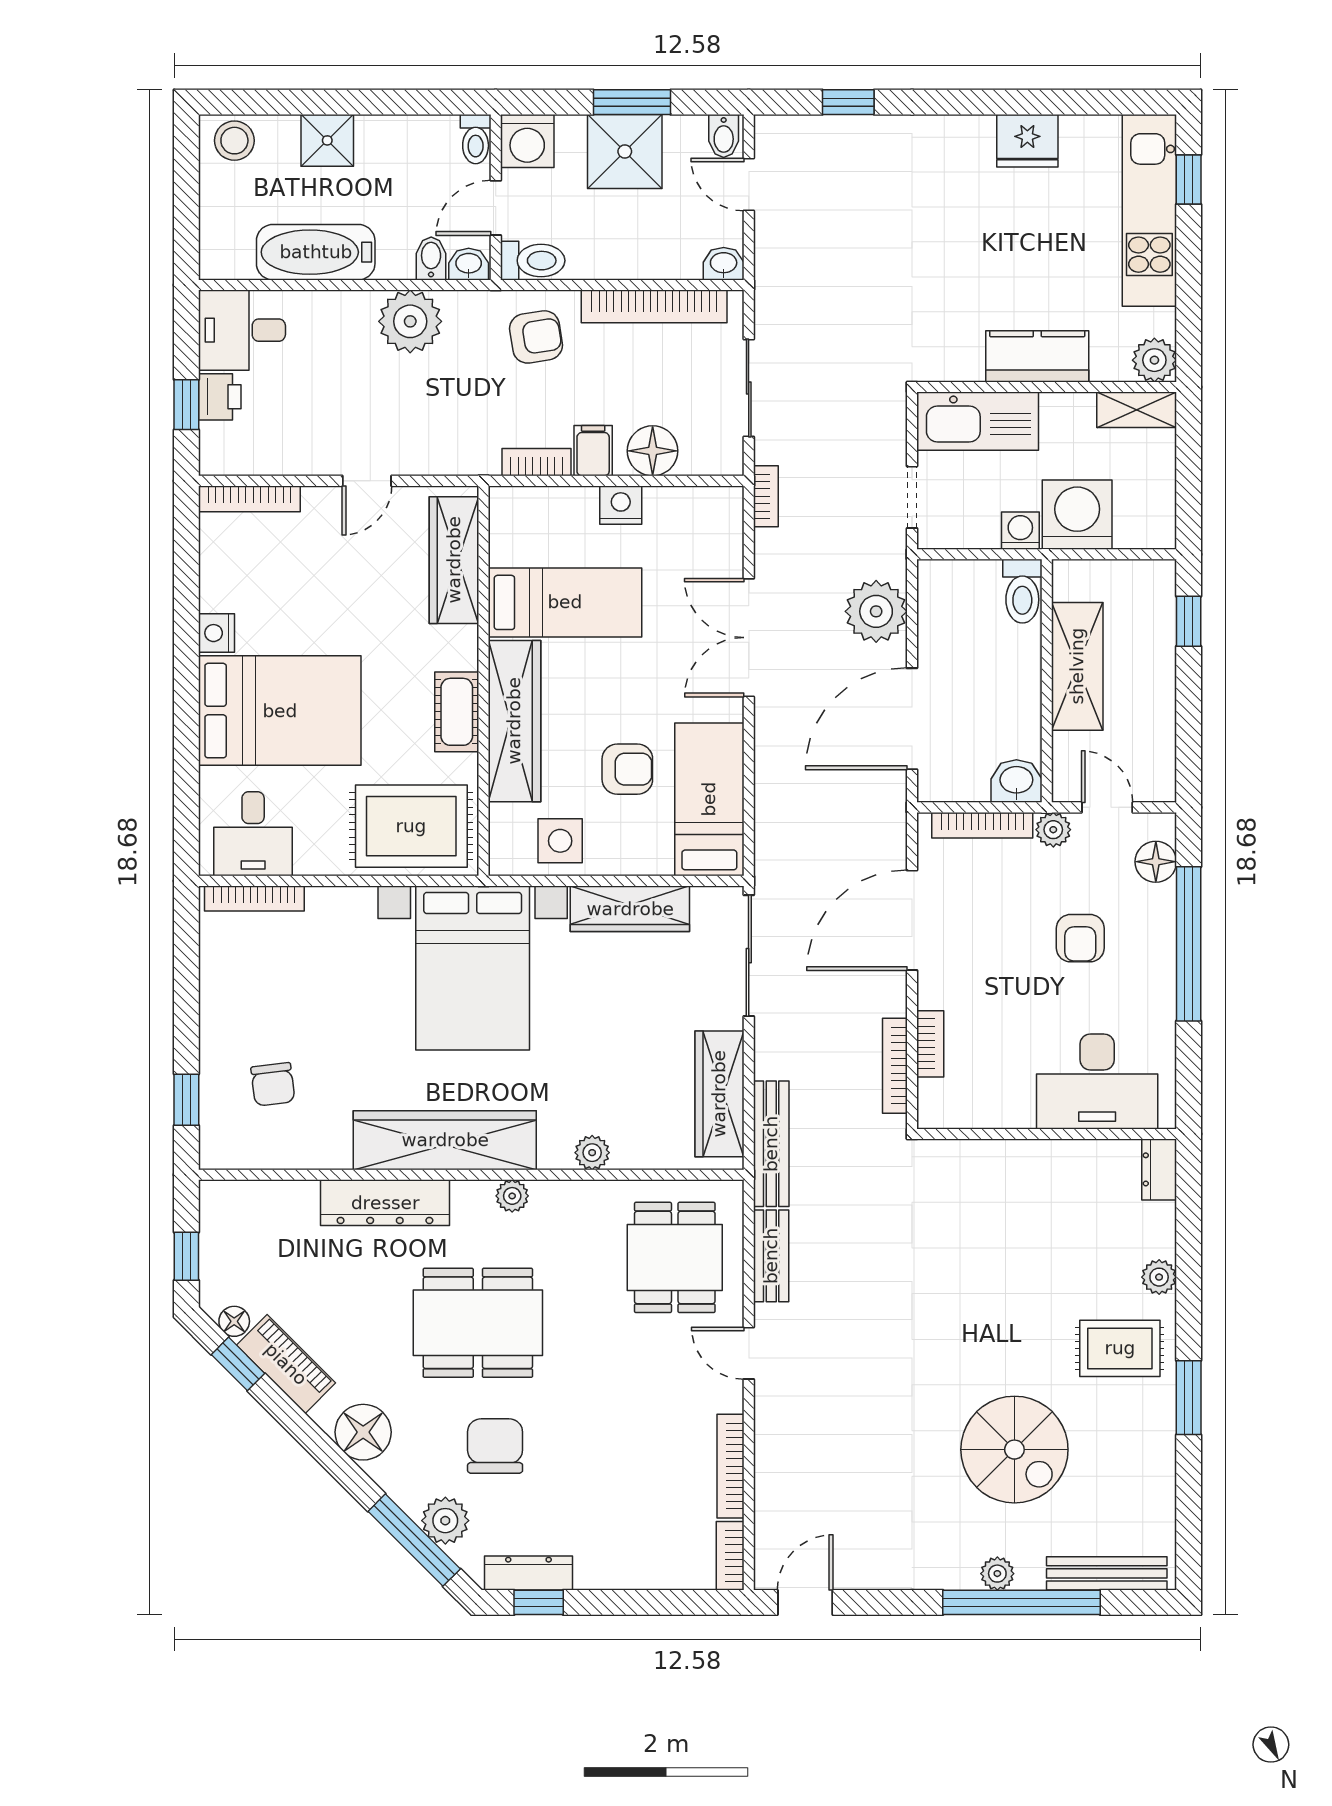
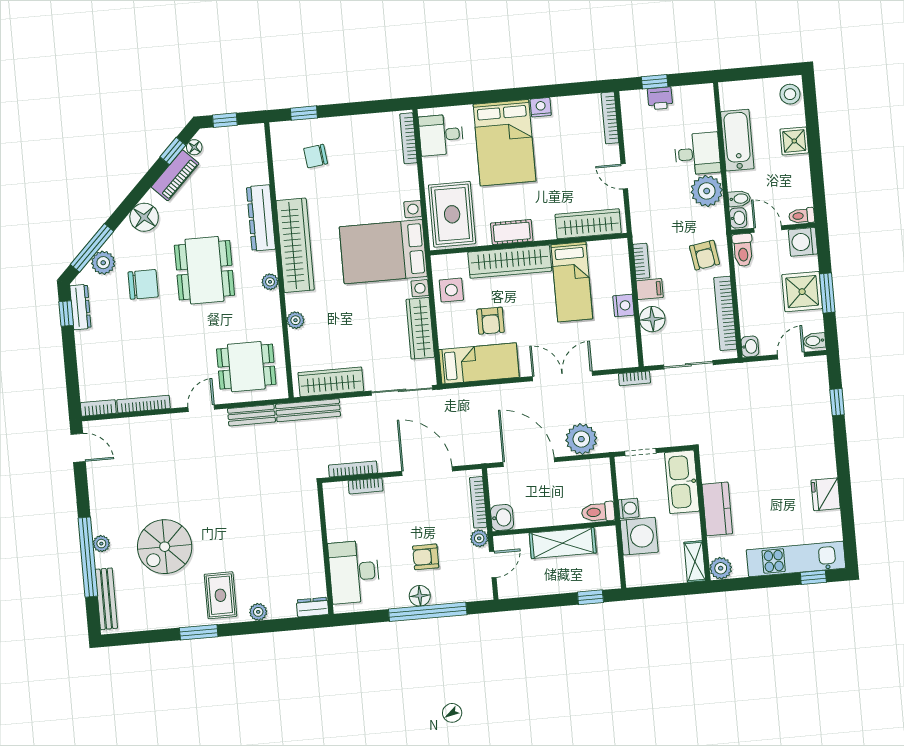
desk: (242, 330) -> (697, 154), moved, turned 90
floor lamp: (1156, 862) -> (420, 596), moved

